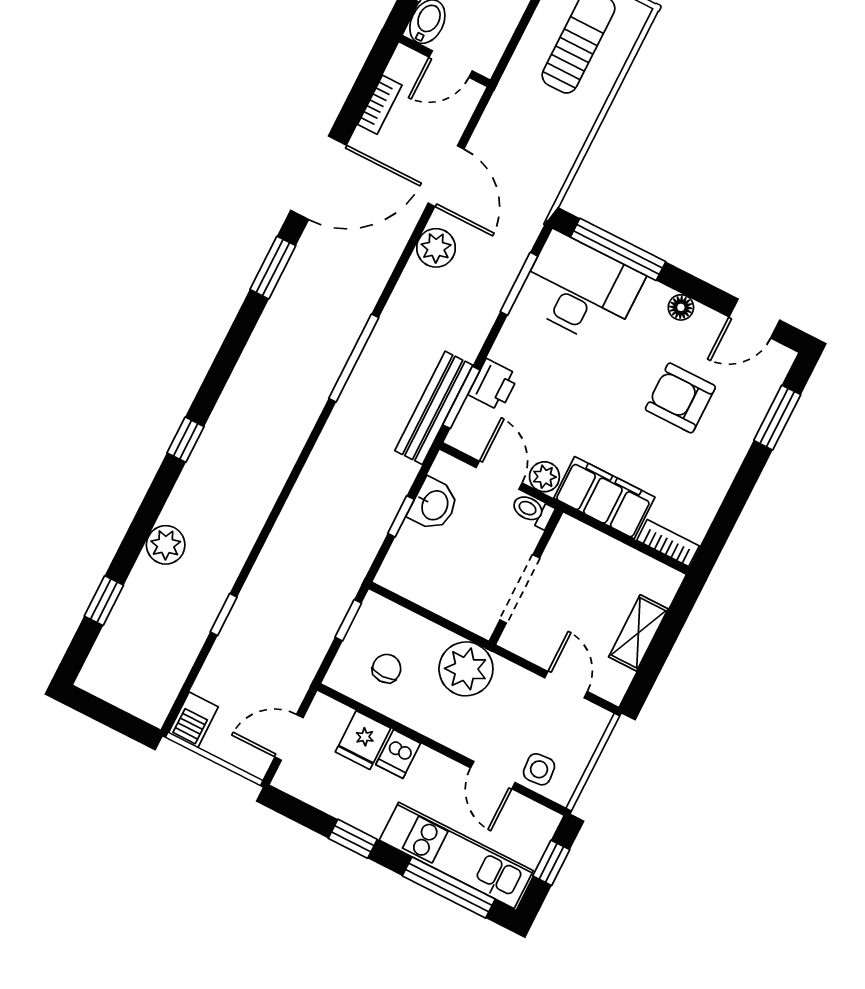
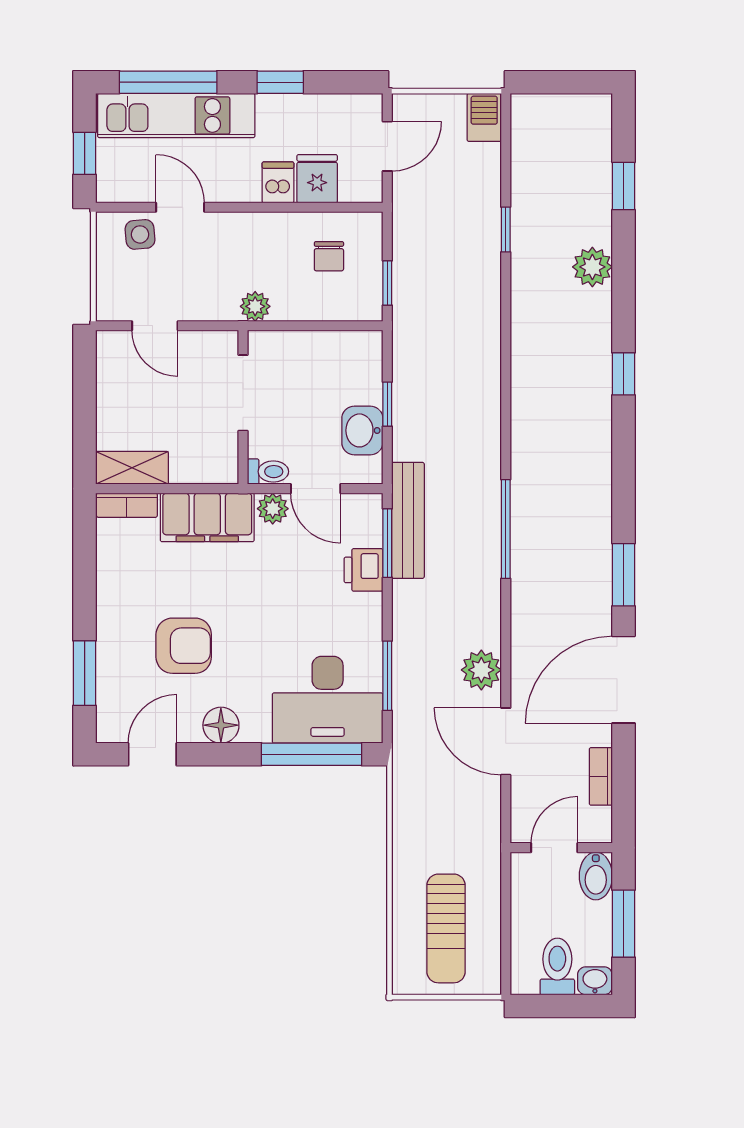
floor lamp: (681, 307) -> (221, 725), width x1.37, depth x1.37
shelving: (638, 633) -> (132, 468), moved, turned 90
plant: (466, 669) -> (255, 306), width x0.53, depth x0.53

